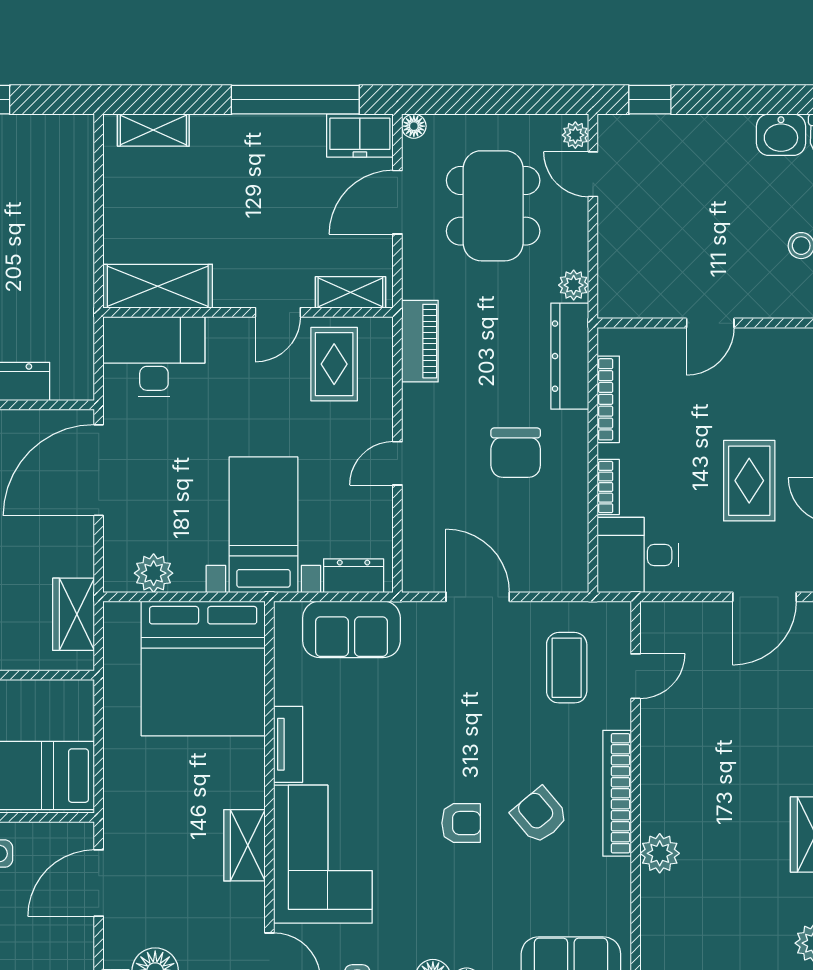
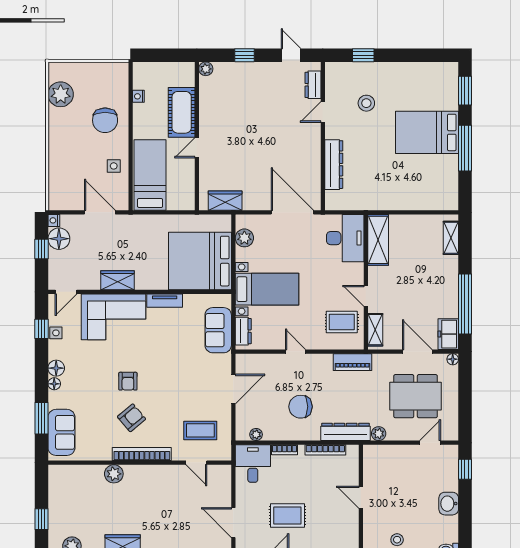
plant: (575, 135) -> (256, 434), moved
washbasin: (781, 135) -> (449, 504), moved

